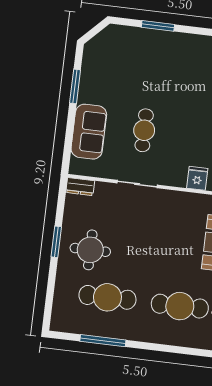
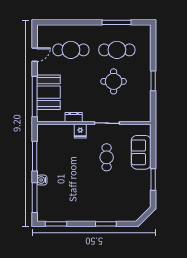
fridge: (197, 178) -> (80, 131), moved
dresser: (80, 187) -> (74, 117), moved
round table: (90, 250) -> (114, 81), moved

